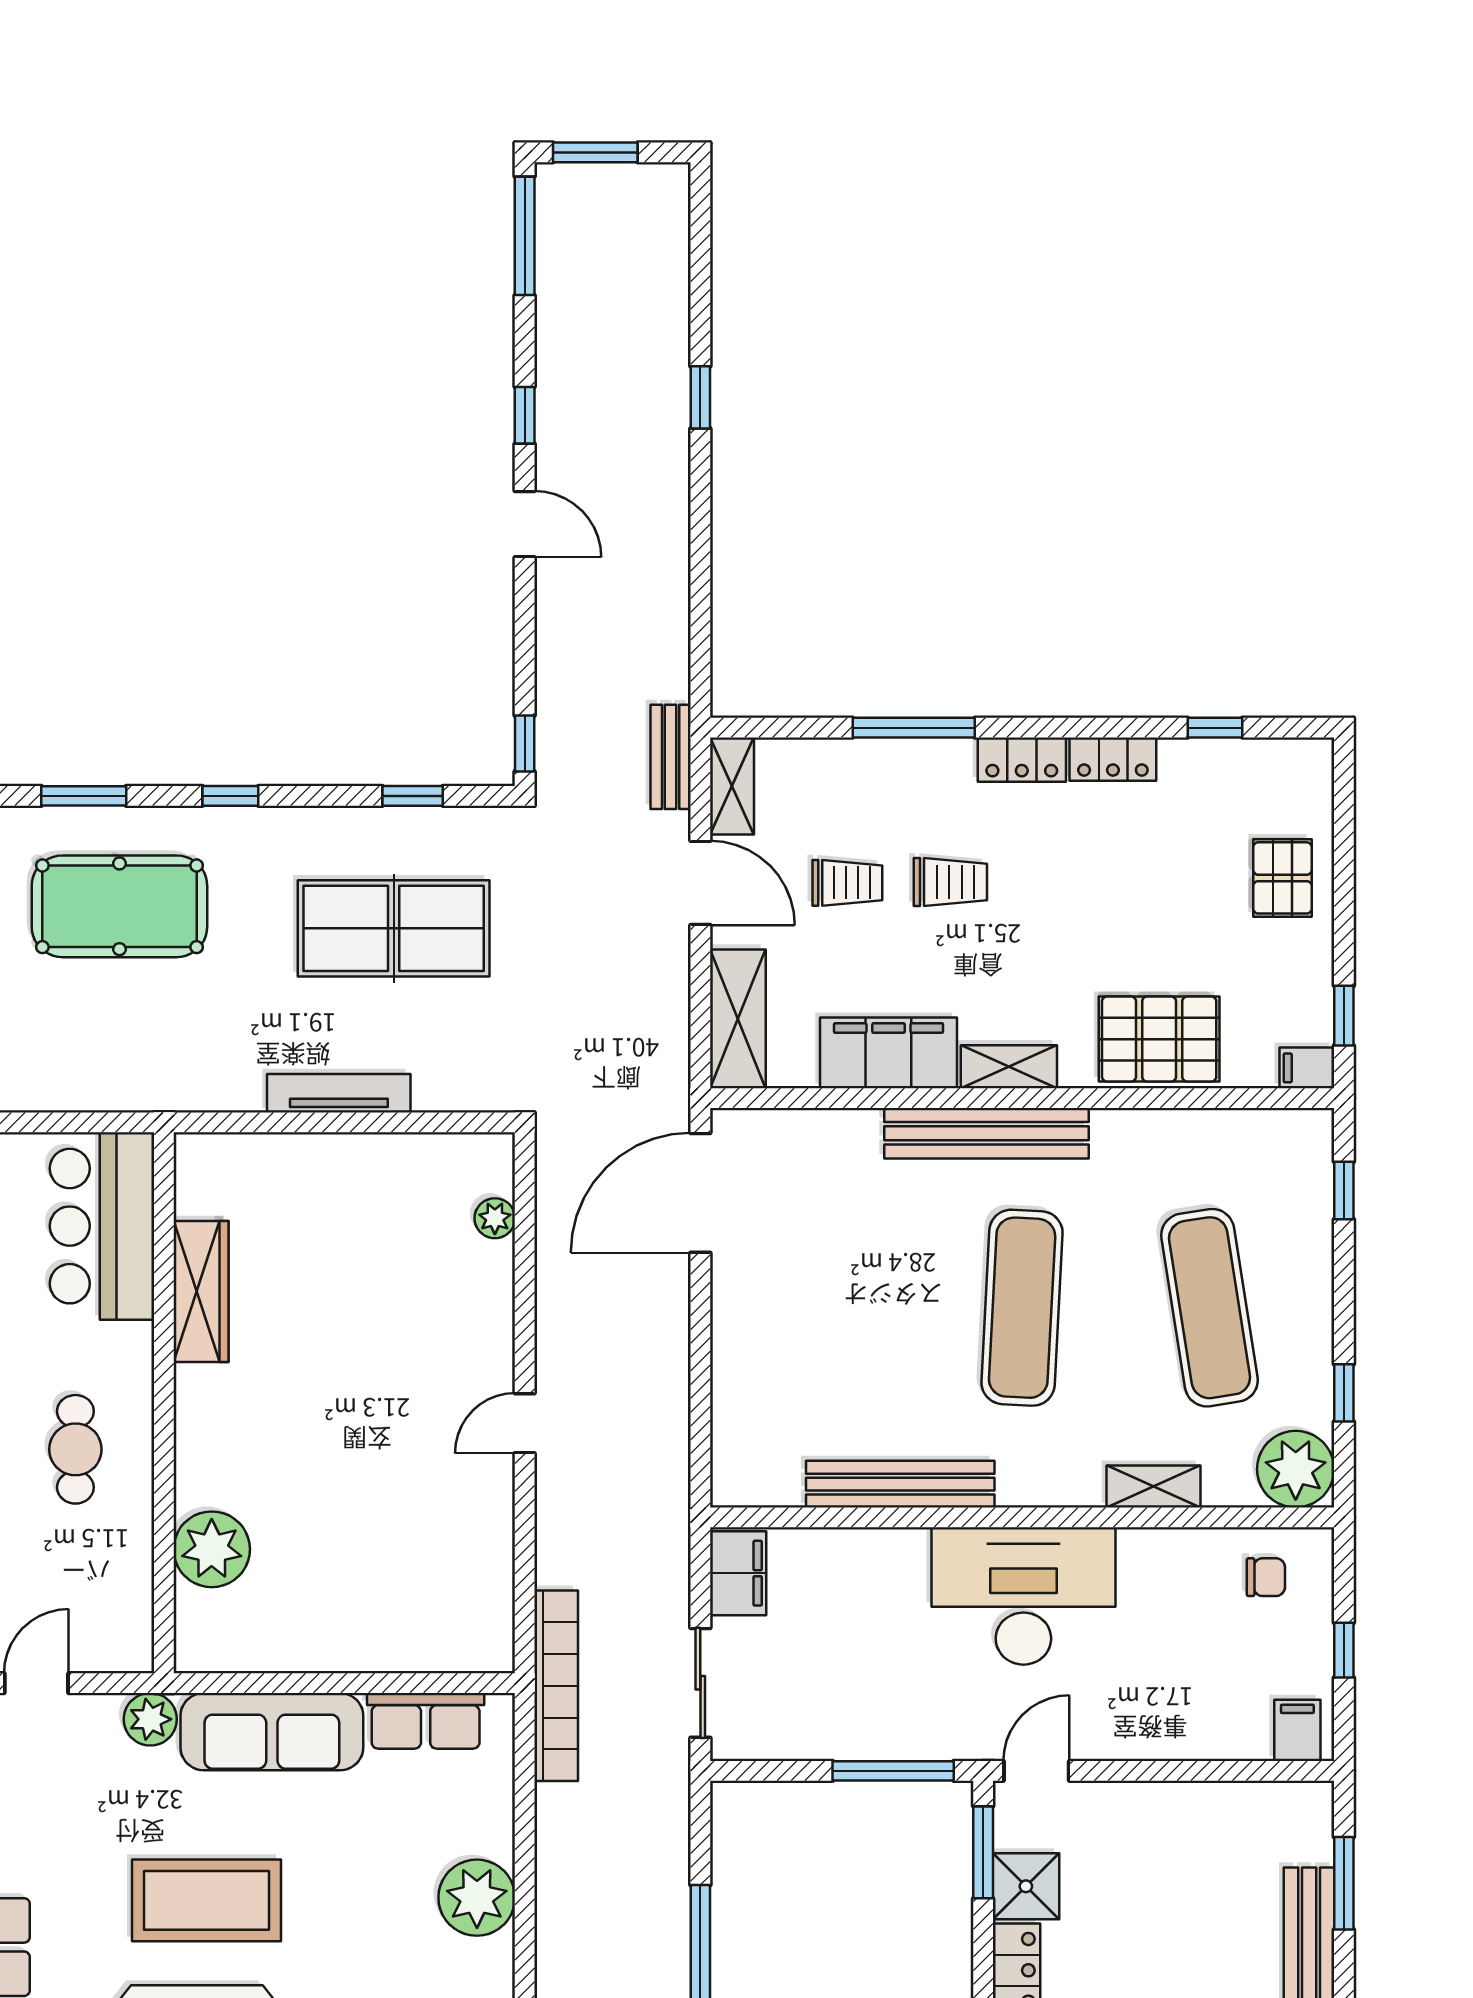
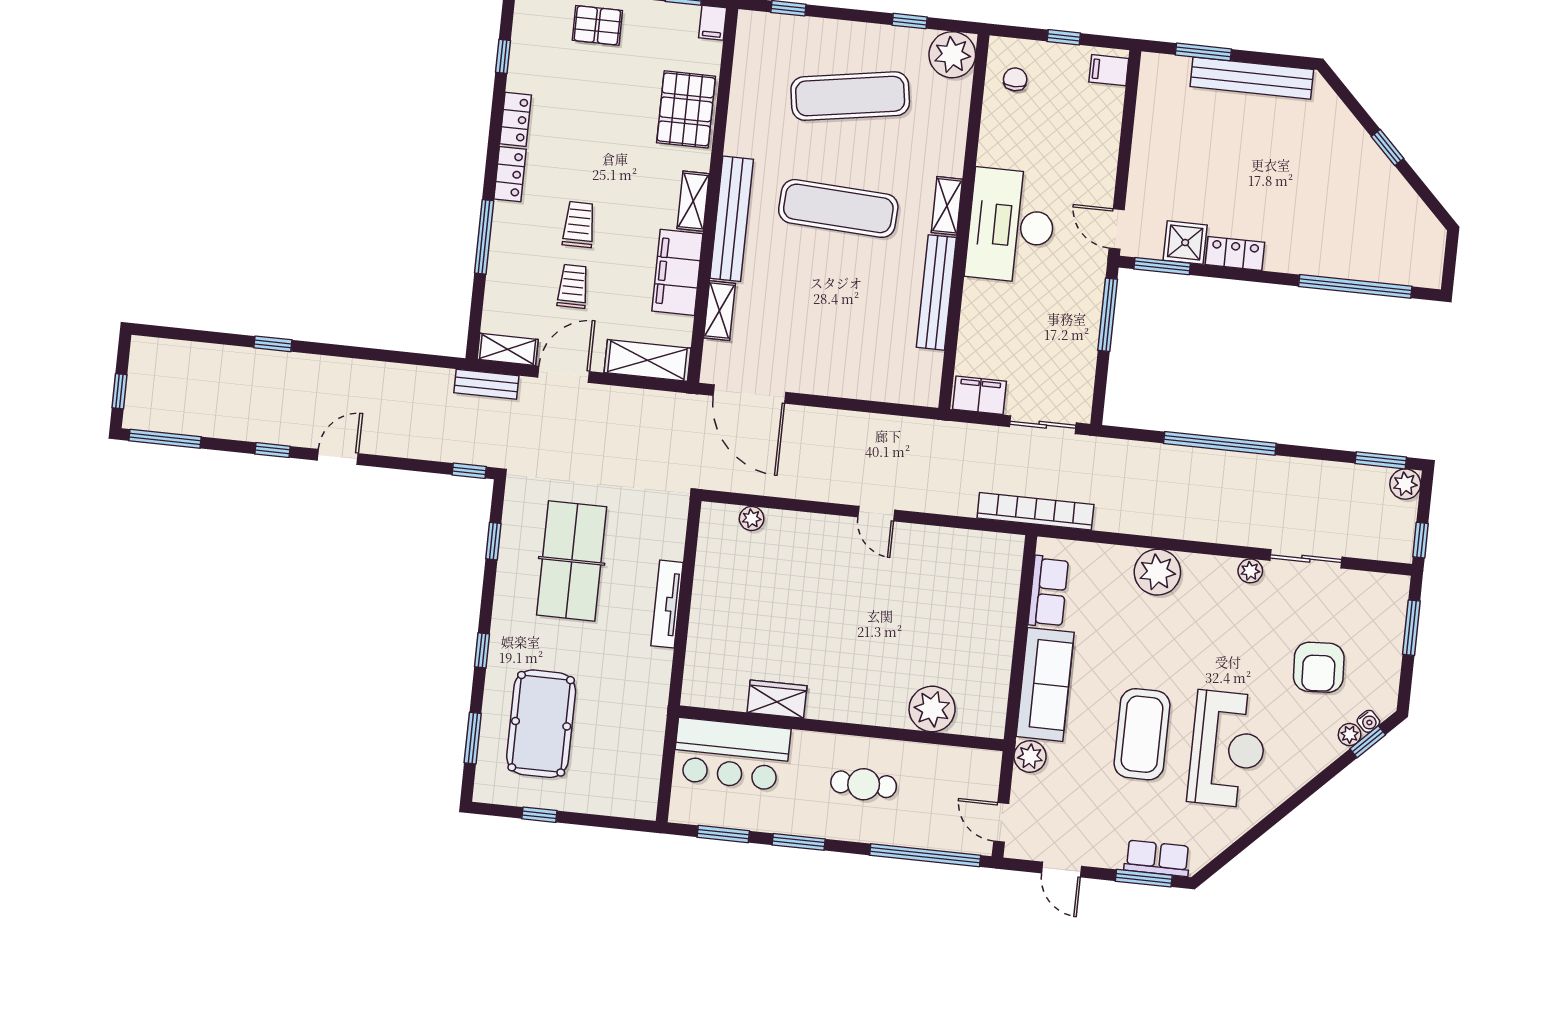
window: (595, 152) -> (119, 391), width x0.67
shelving: (833, 1129) -> (720, 311), added
wardrobe: (201, 1291) -> (777, 699), width x0.67
shelving: (1154, 1486) -> (947, 206), moved

